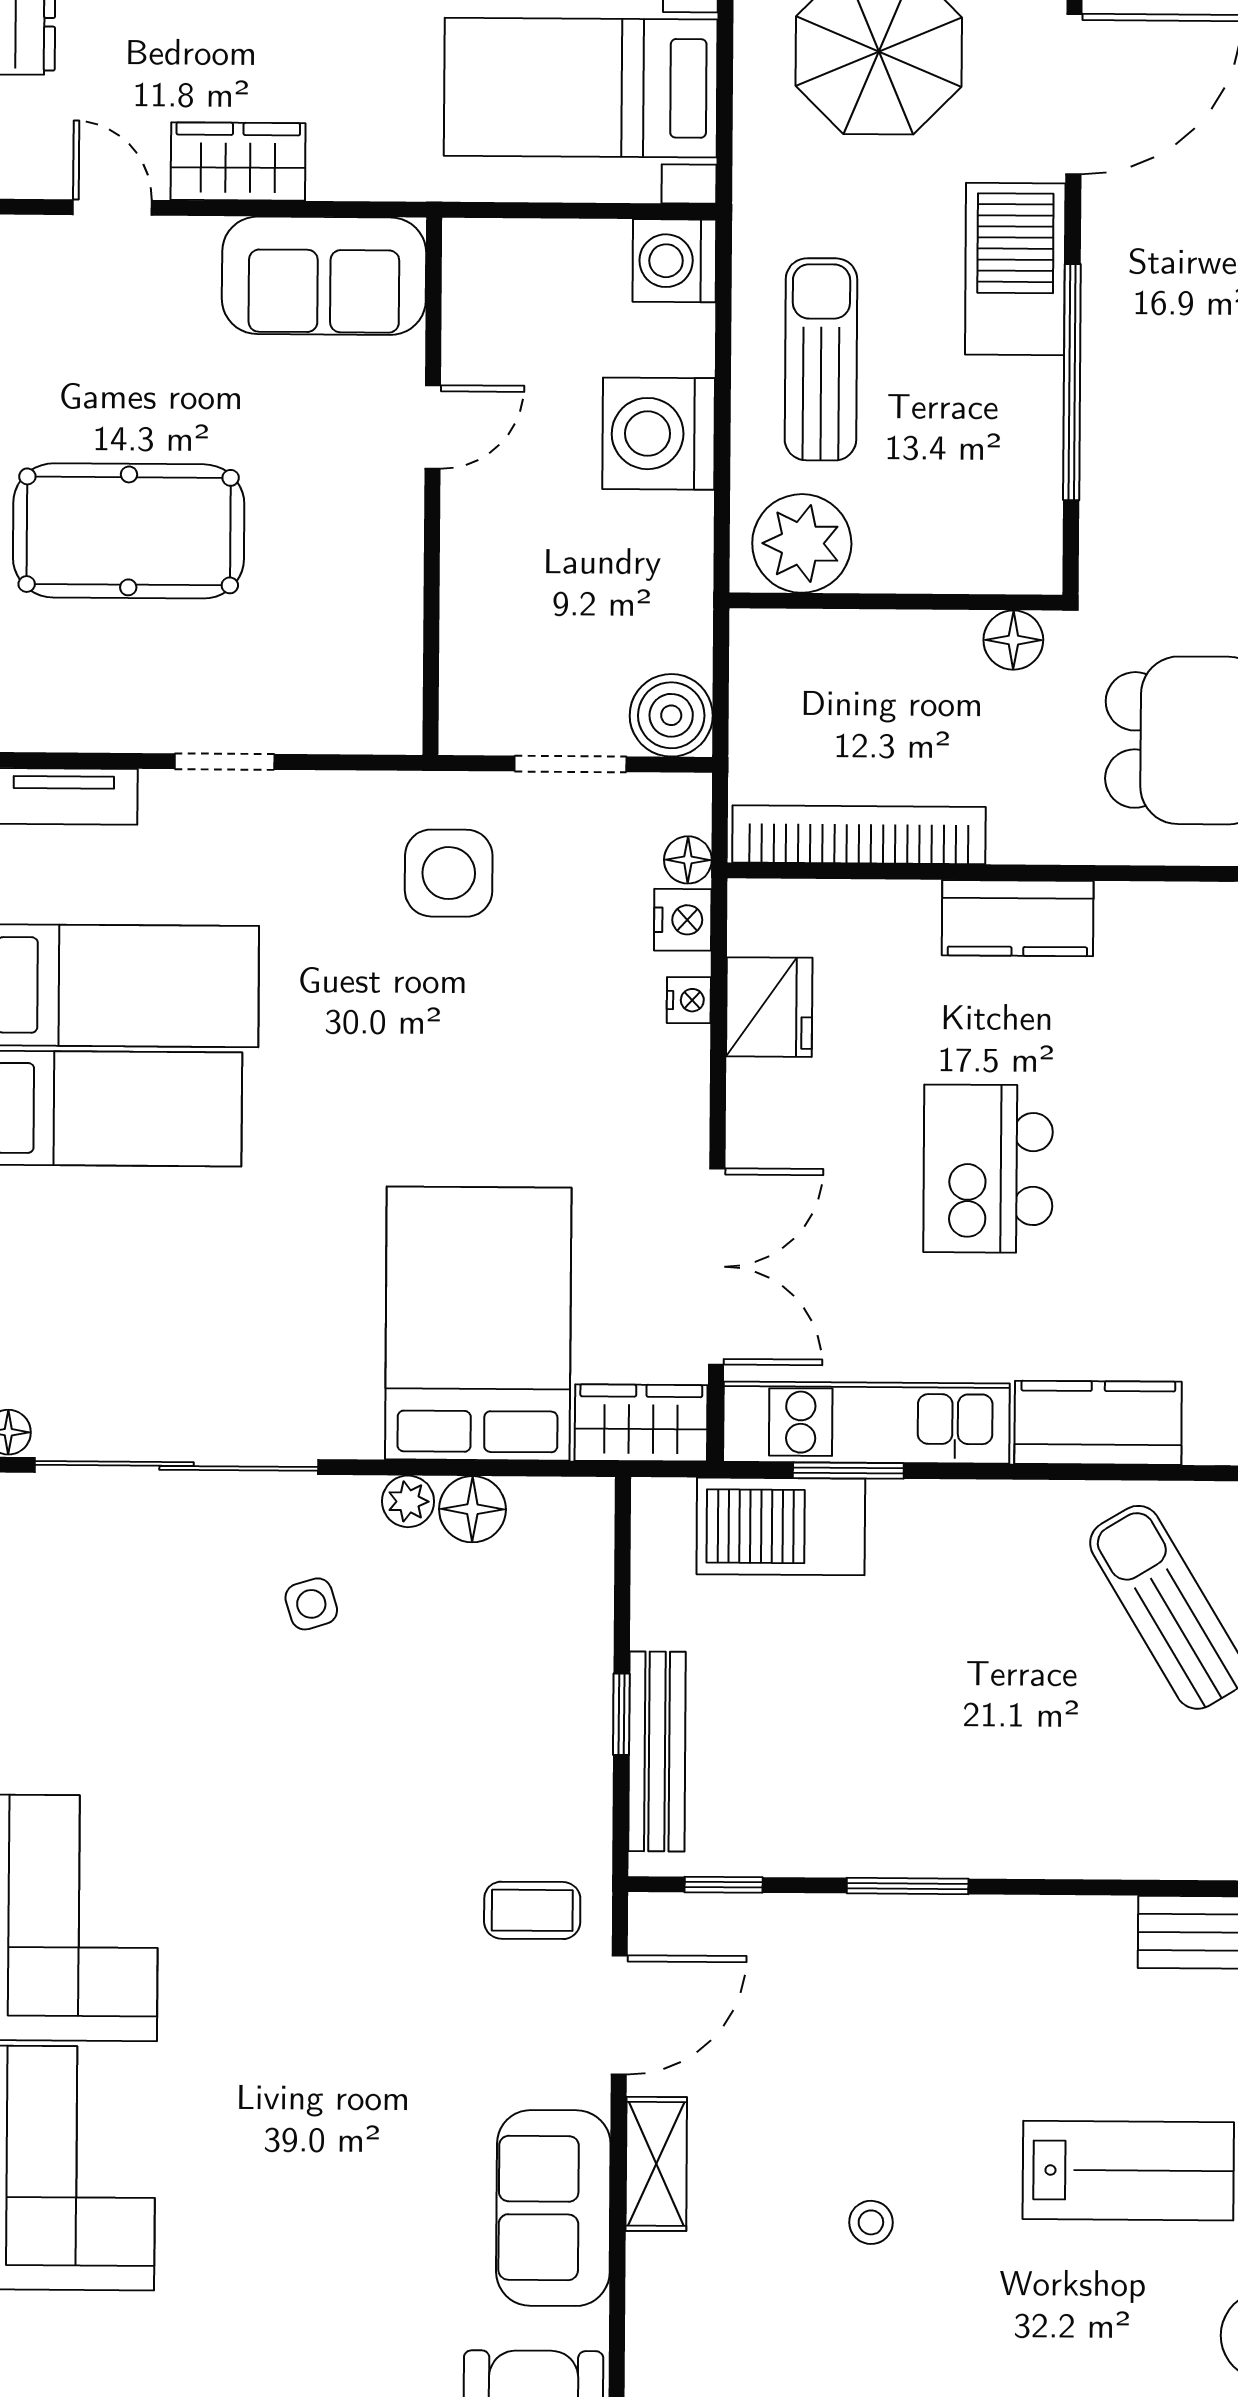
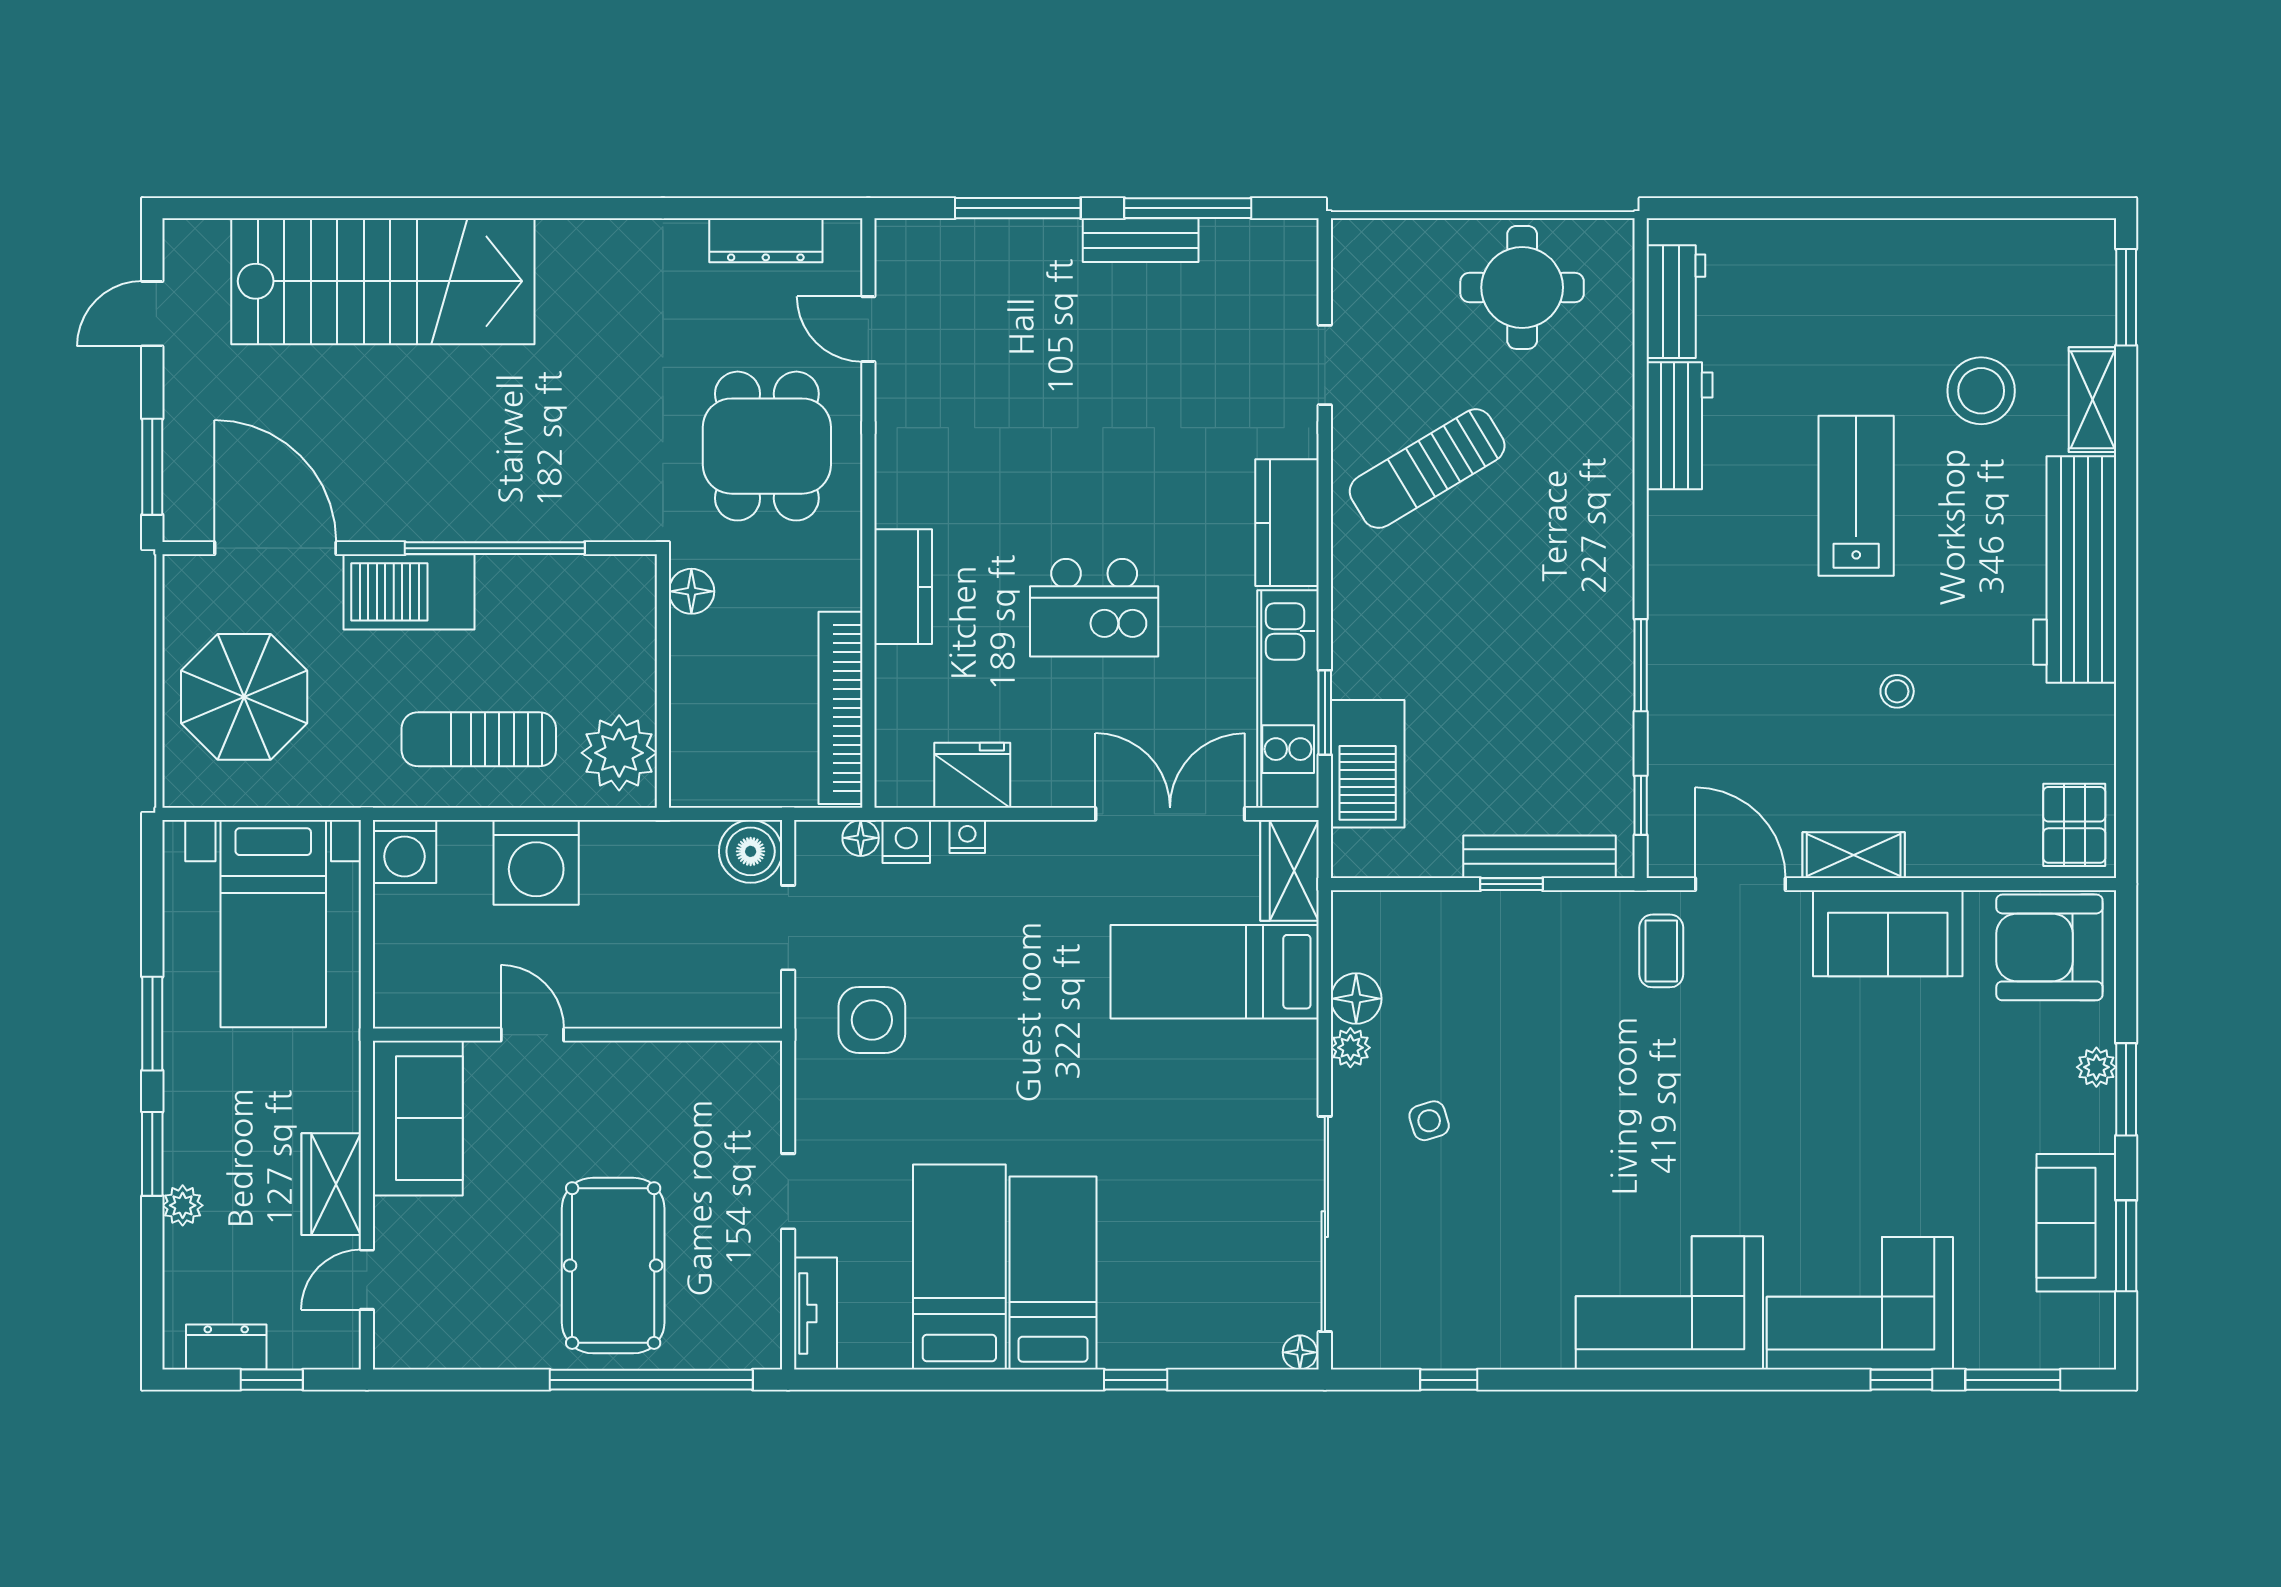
bed: (478, 1324) -> (1215, 972), width x0.67

